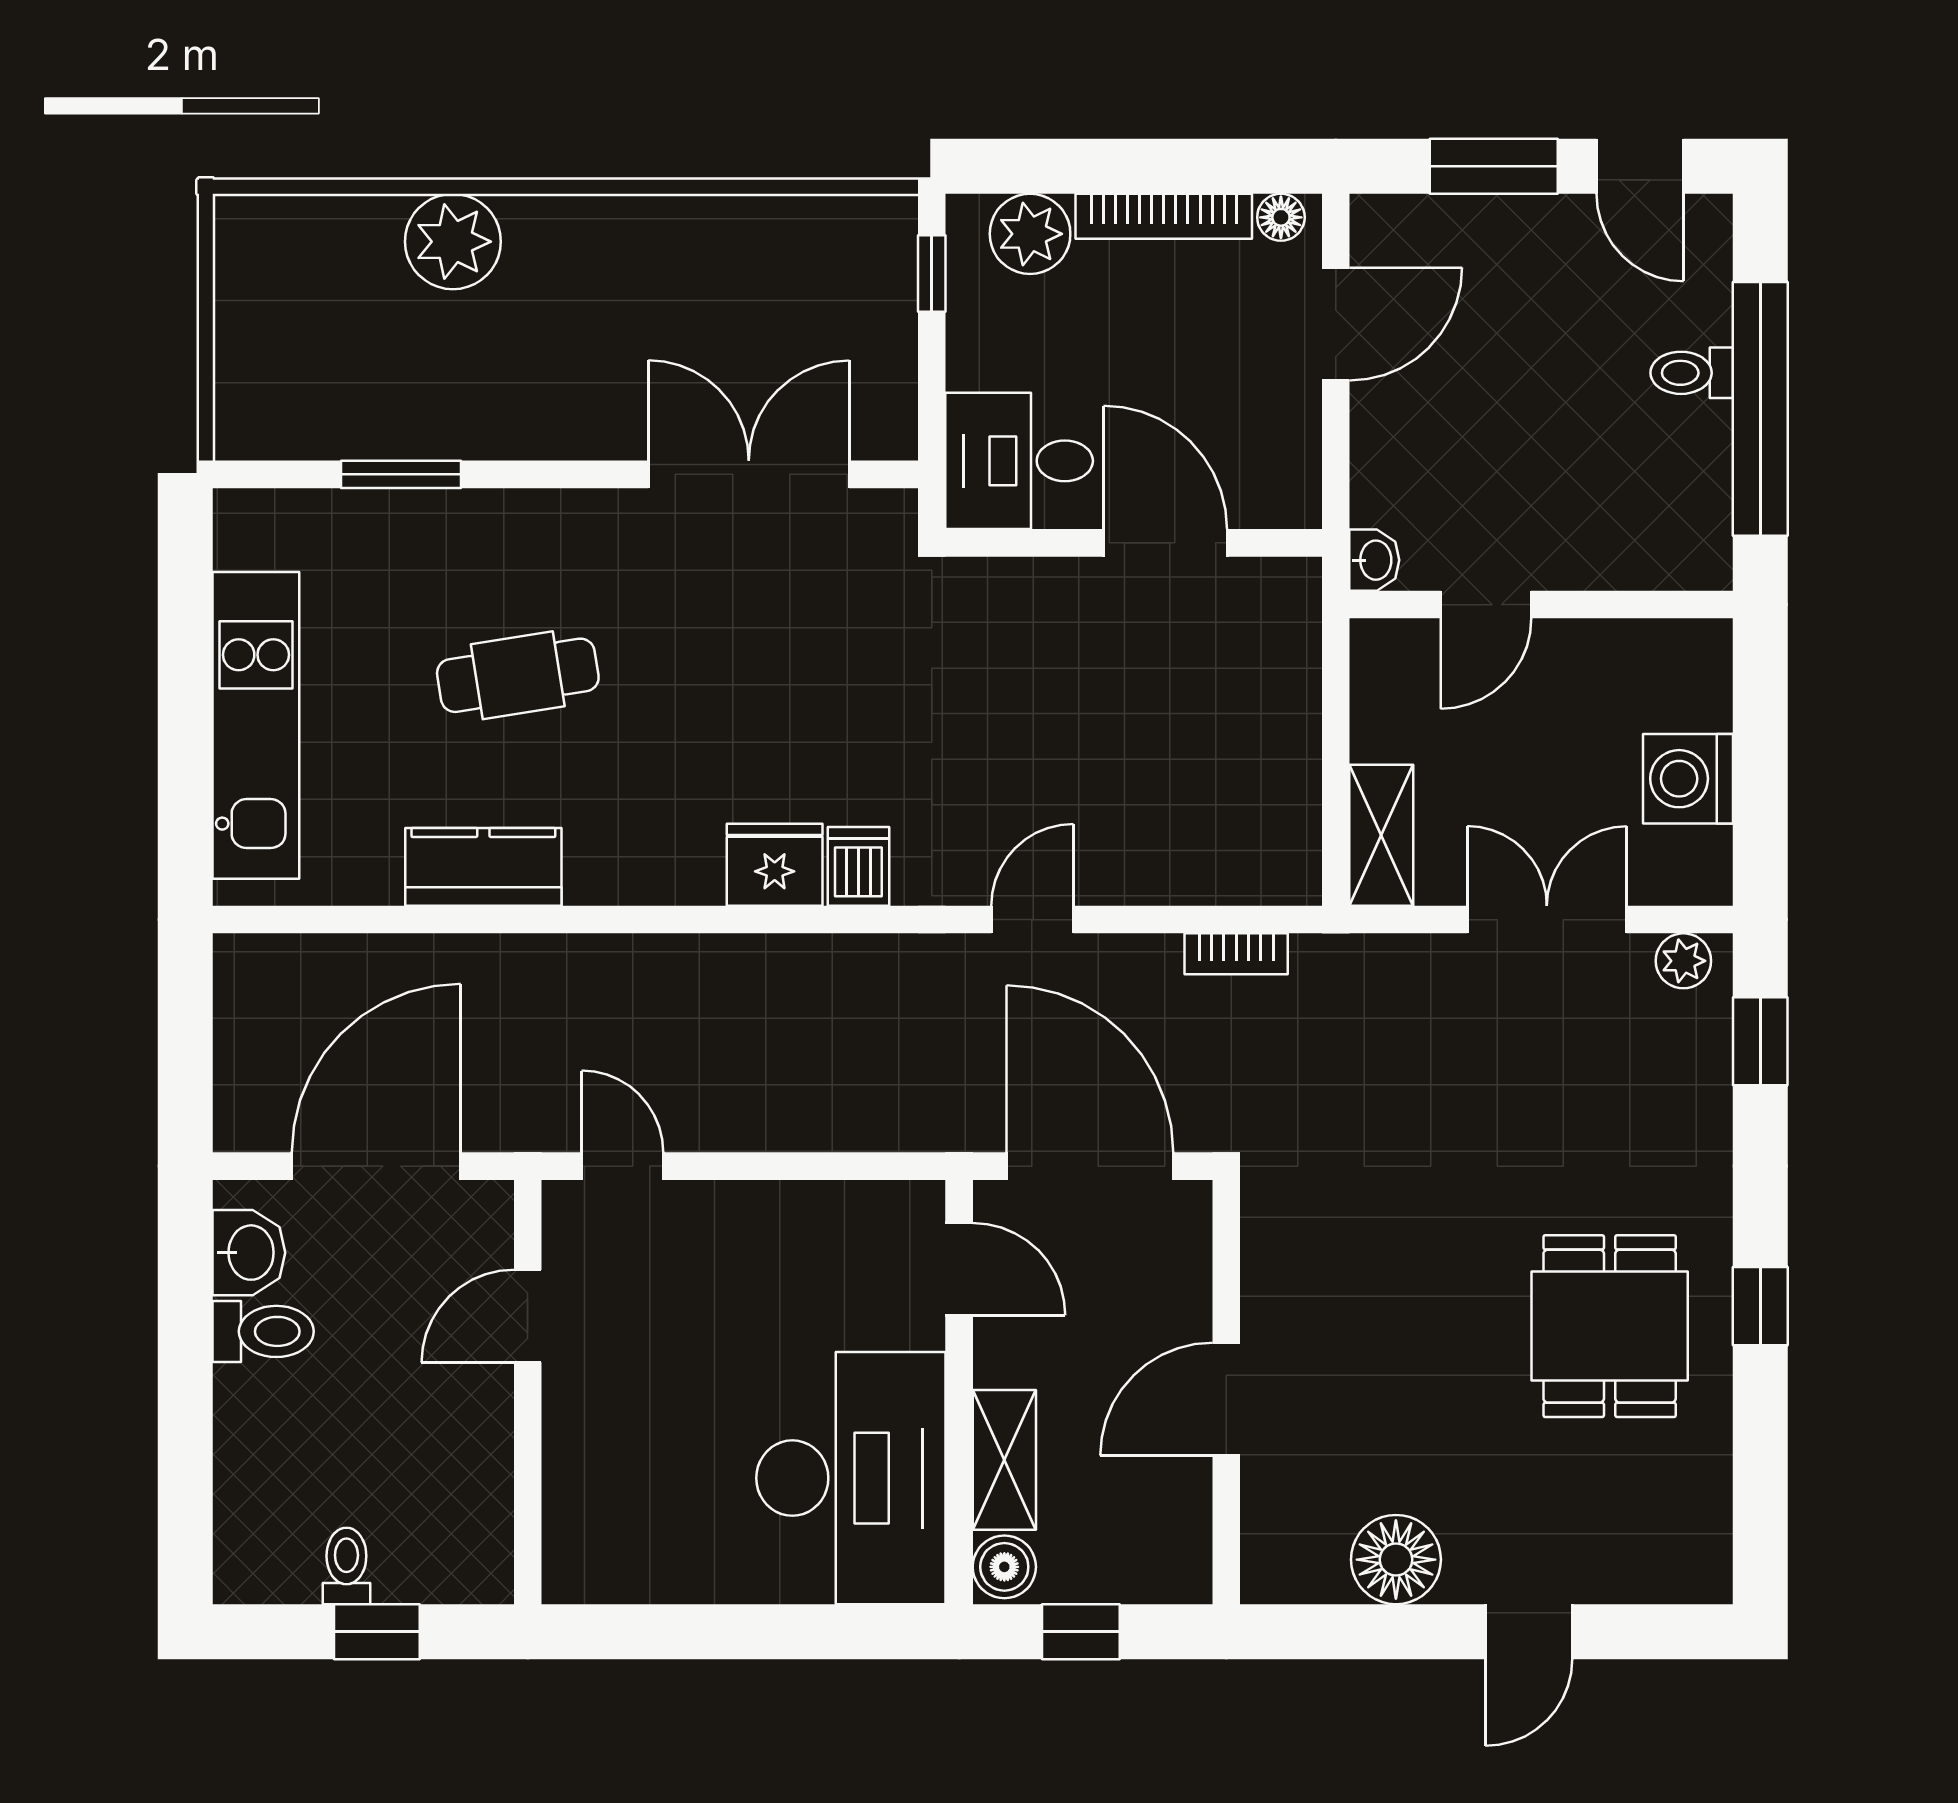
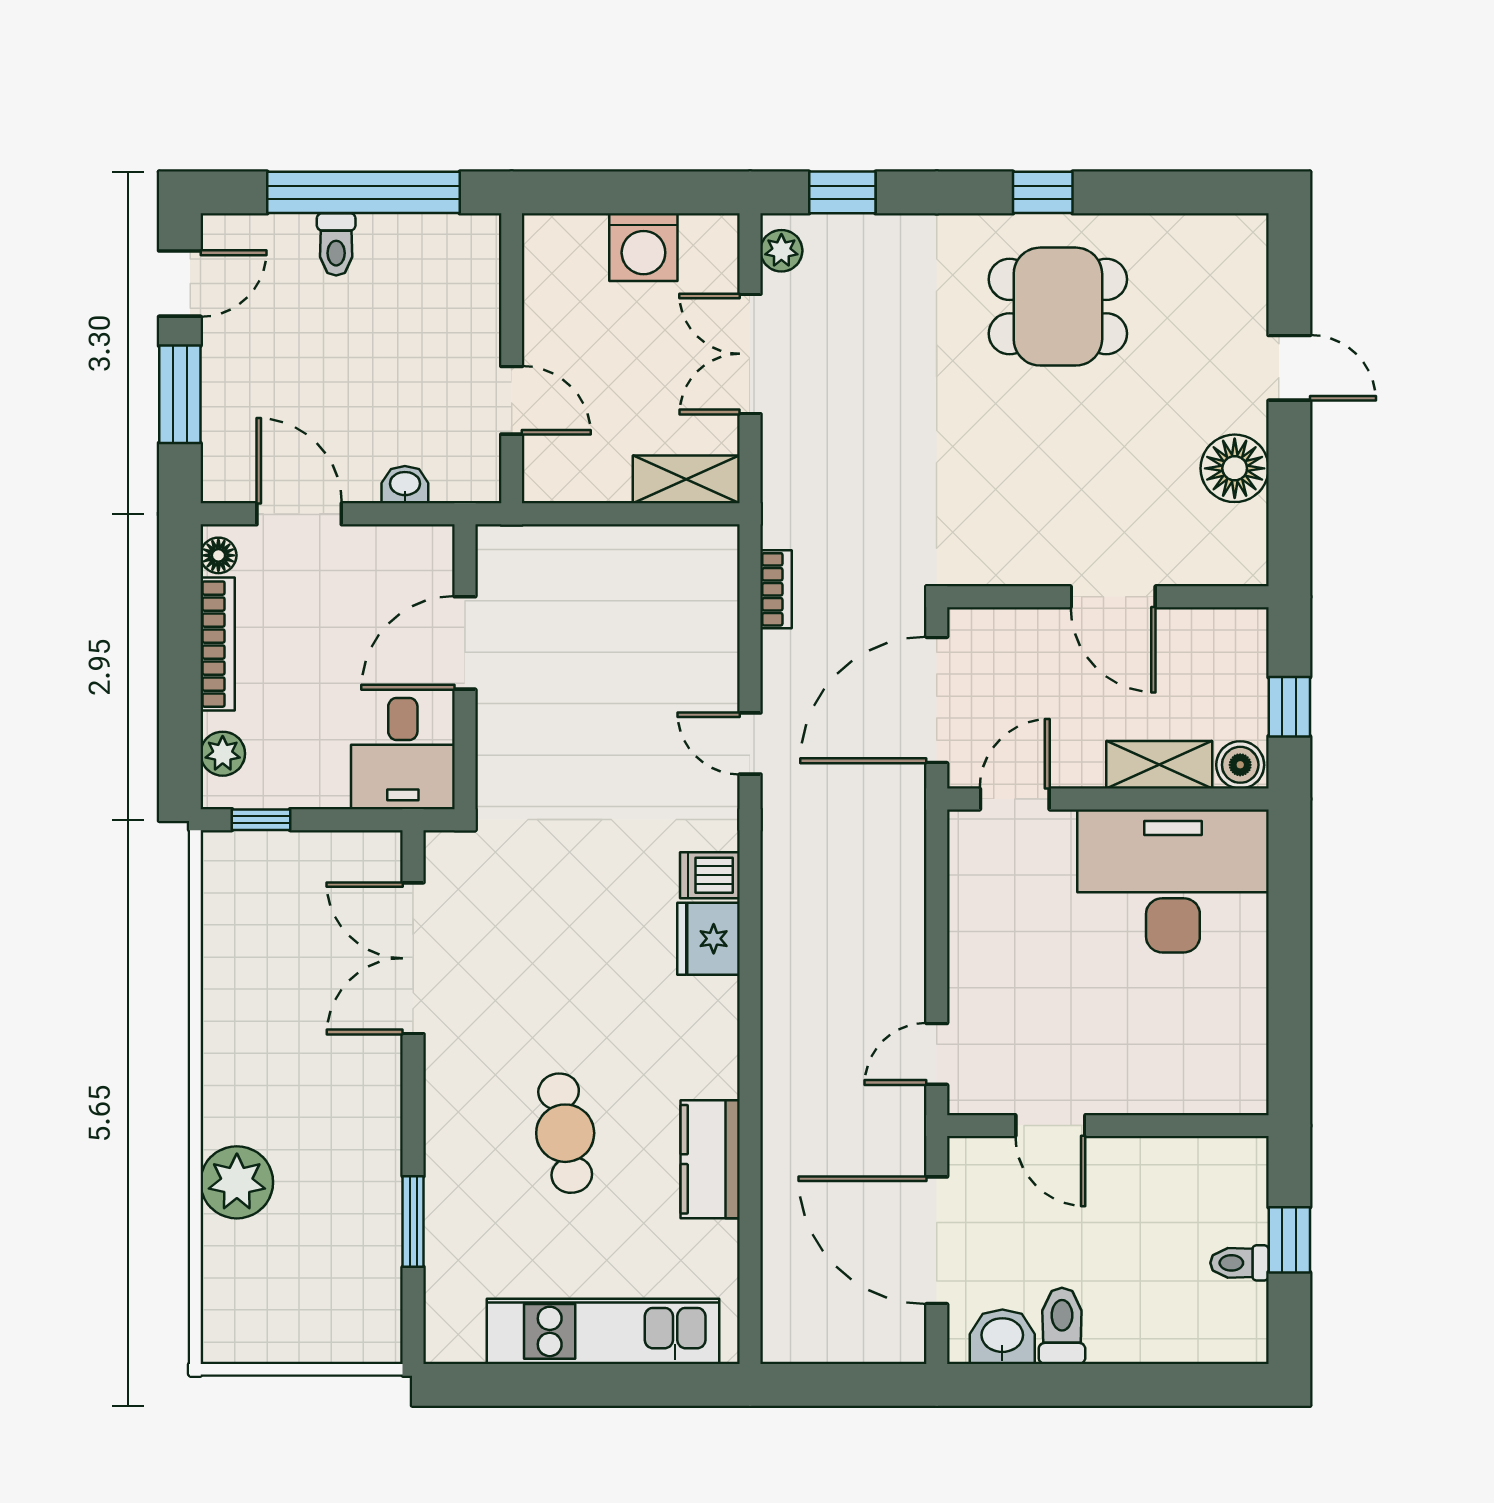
plant: (1030, 234) -> (223, 754), width x0.73, depth x0.73
washbasin: (1374, 560) -> (405, 485), moved

